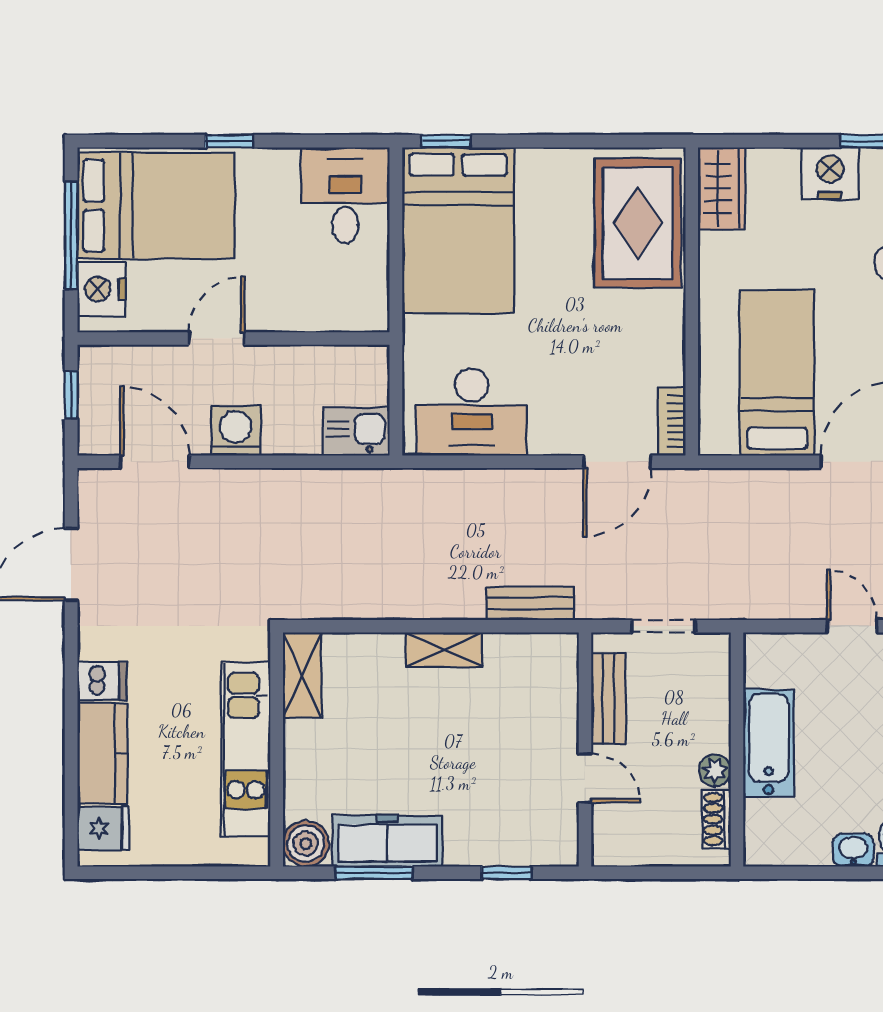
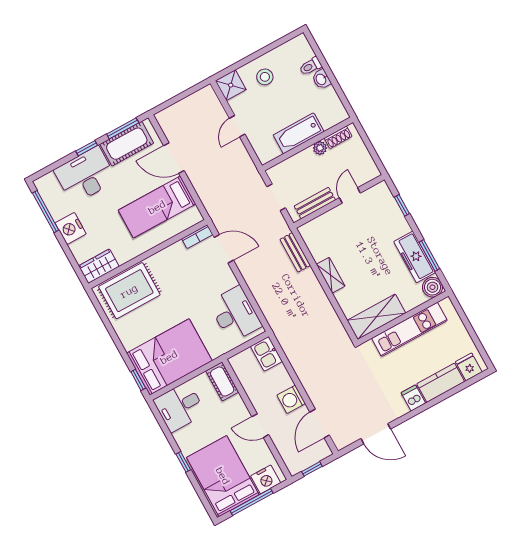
cot: (349, 310) -> (222, 382), added
shelving: (302, 675) -> (376, 317), width x1.50, depth x1.33

